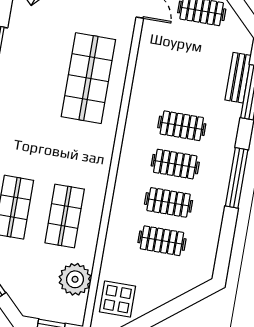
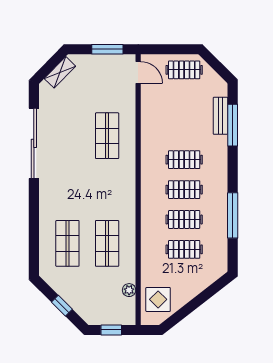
shop shelf: (88, 78) -> (107, 136), width x0.70, depth x0.74
window: (237, 178) -> (233, 215), moved
plant: (75, 279) -> (129, 290), width x0.53, depth x0.53

